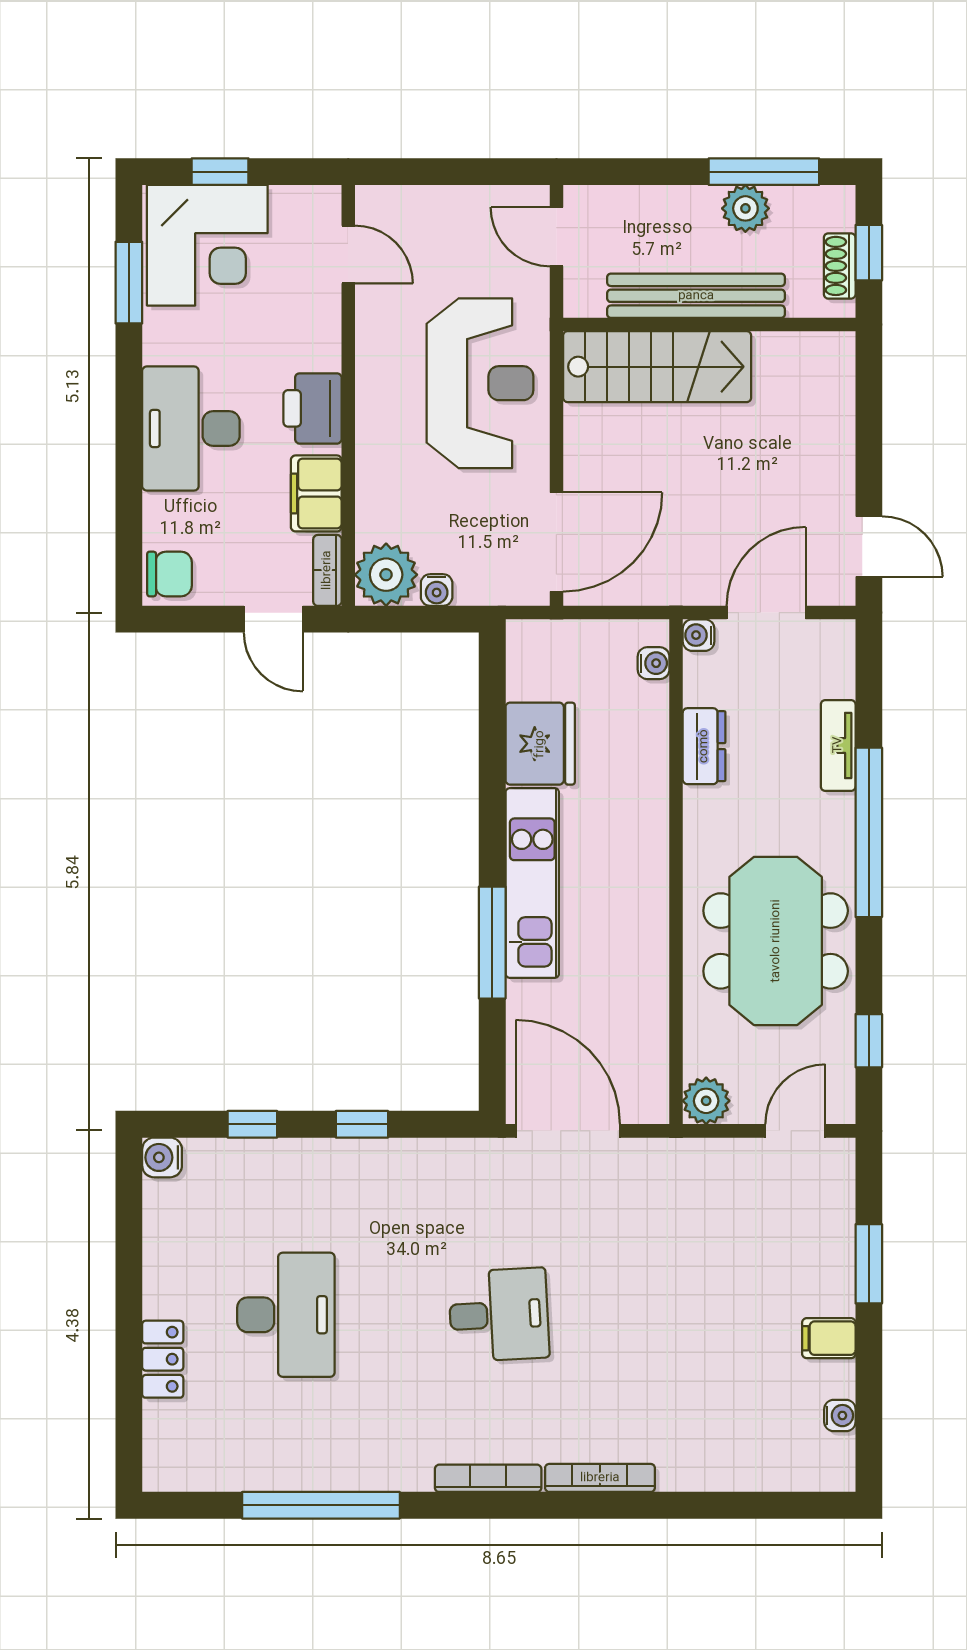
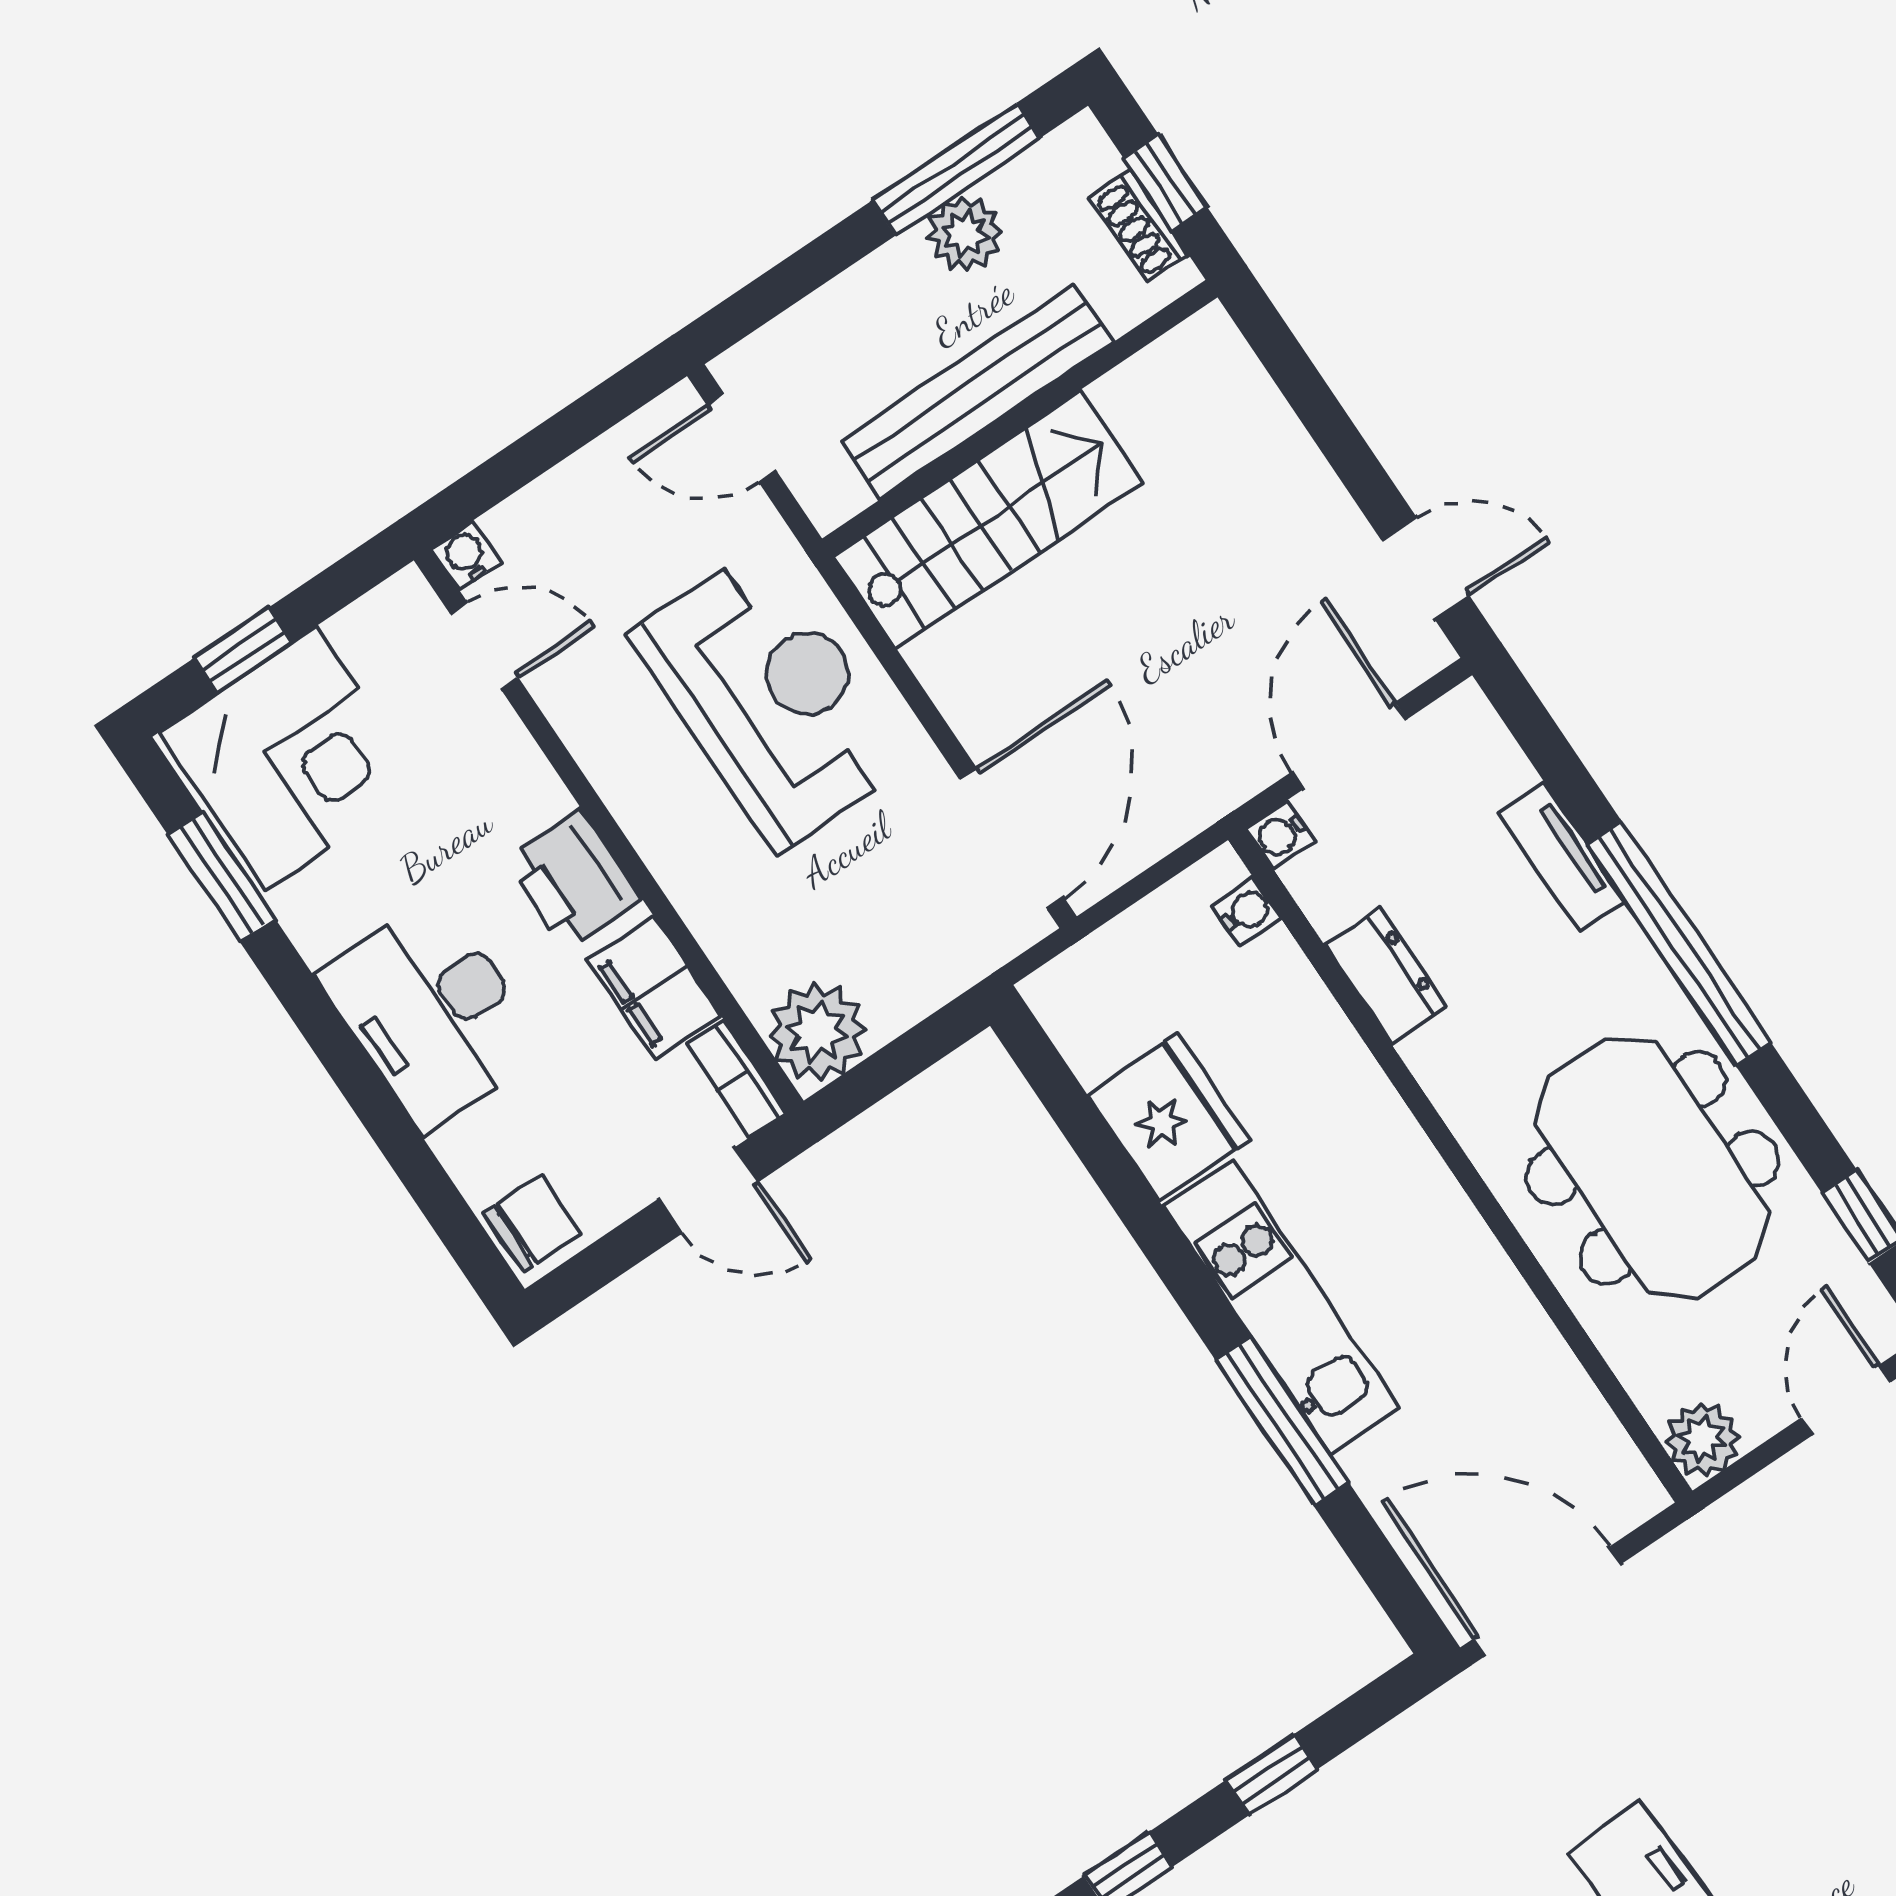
water cooler: (437, 590) -> (466, 555), moved, turned 180

